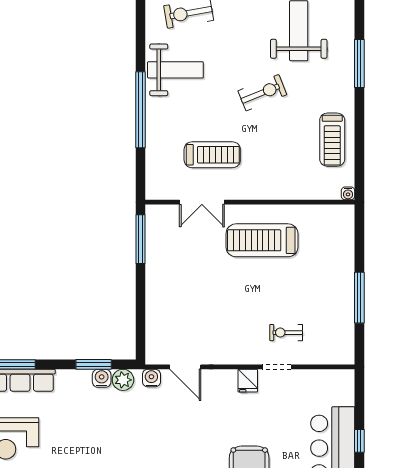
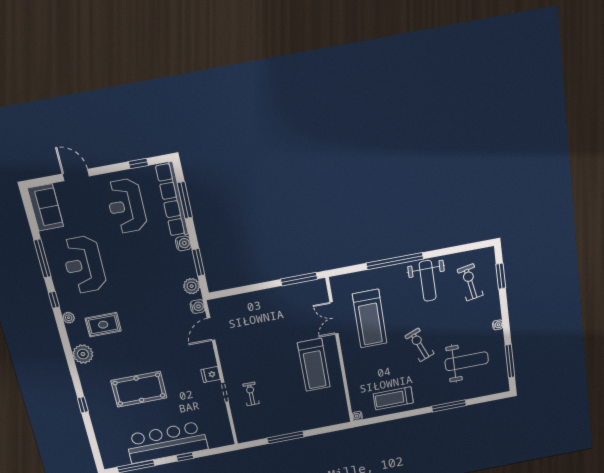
exercise bike: (262, 93) -> (420, 345), turned 180
treadmill: (212, 155) -> (370, 319), width x1.37, depth x1.38
treadmill: (262, 240) -> (314, 365), turned 180
water cooler: (102, 378) -> (183, 243), moved

